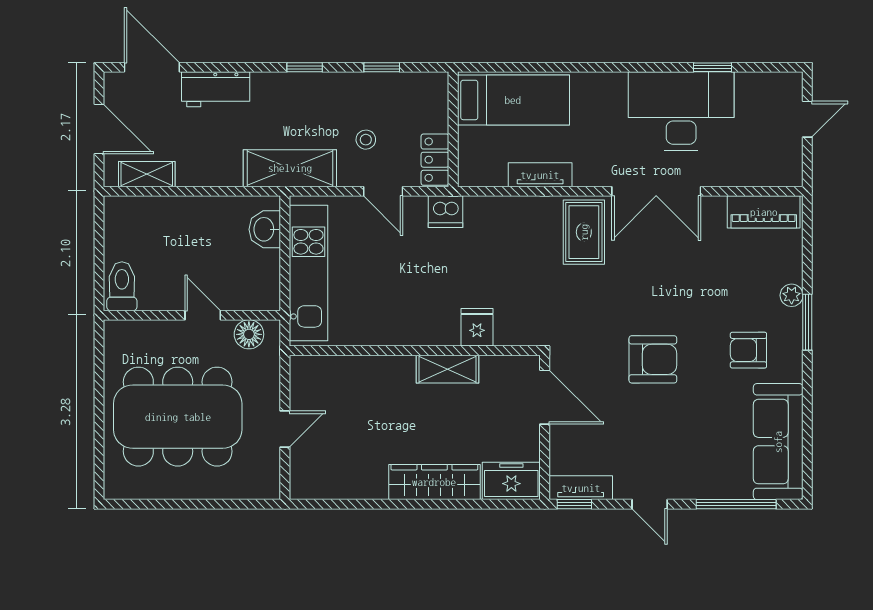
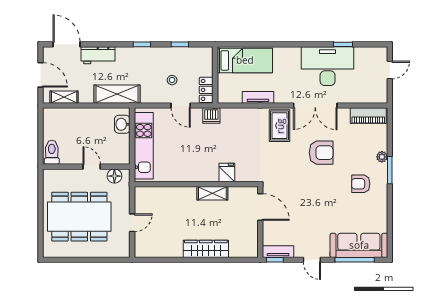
shelving: (290, 168) -> (117, 94), moved
armchair: (653, 359) -> (321, 153), moved
sofa: (778, 442) -> (359, 245), moved, turned 90
freezer: (511, 481) -> (244, 248), removed

